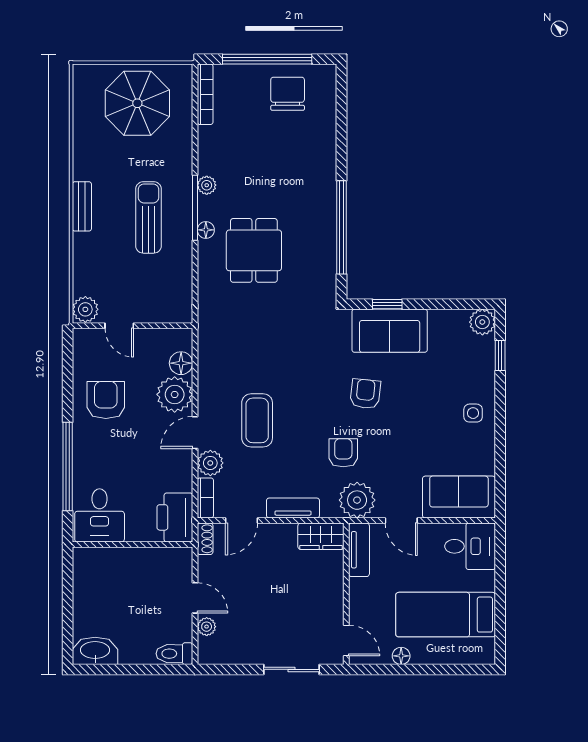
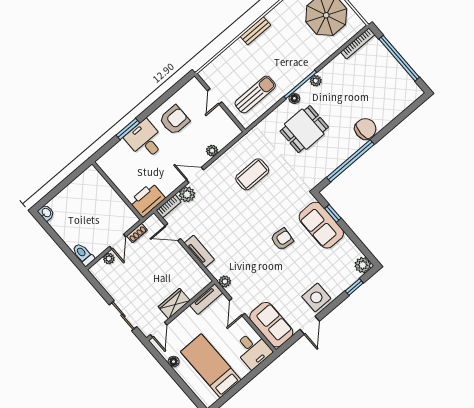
chair: (288, 94) -> (365, 129), moved
sun lounger: (148, 217) -> (255, 95), moved
plant: (85, 309) -> (209, 74), removed
floor lamp: (181, 363) -> (222, 140), removed
plant: (175, 394) -> (212, 151), width x0.53, depth x0.53
side table: (473, 413) -> (316, 297), width x1.87, depth x1.87
coffee table: (257, 420) -> (252, 174), moved
door: (500, 451) -> (310, 325), added
armchair: (343, 453) -> (245, 253), removed
window: (68, 467) -> (128, 129), width x0.47
plant: (357, 500) -> (225, 281), width x0.53, depth x0.53
desk: (100, 515) -> (145, 140), moved, turned 90
wardrobe: (321, 536) -> (174, 304), moved, turned 90
shoe rack: (205, 539) -> (137, 233), moved
washbasin: (95, 651) -> (46, 213), width x0.52, depth x0.69

